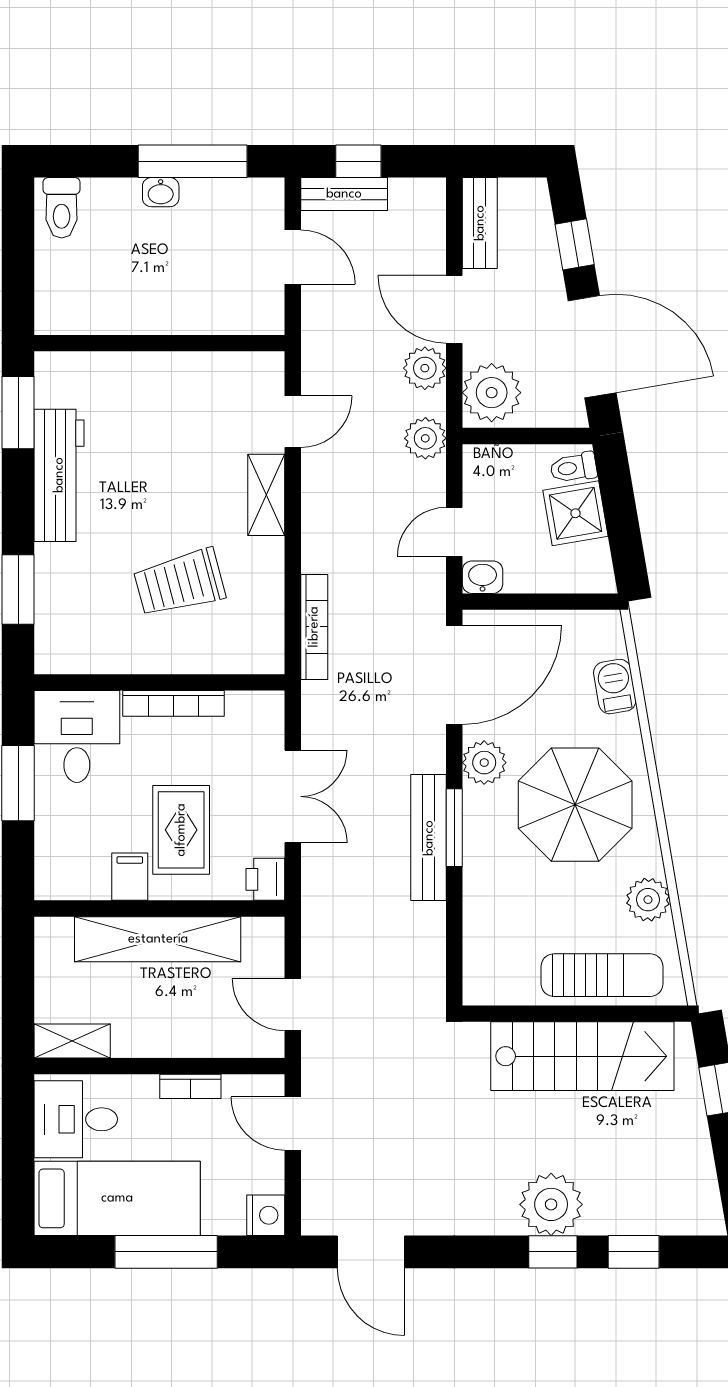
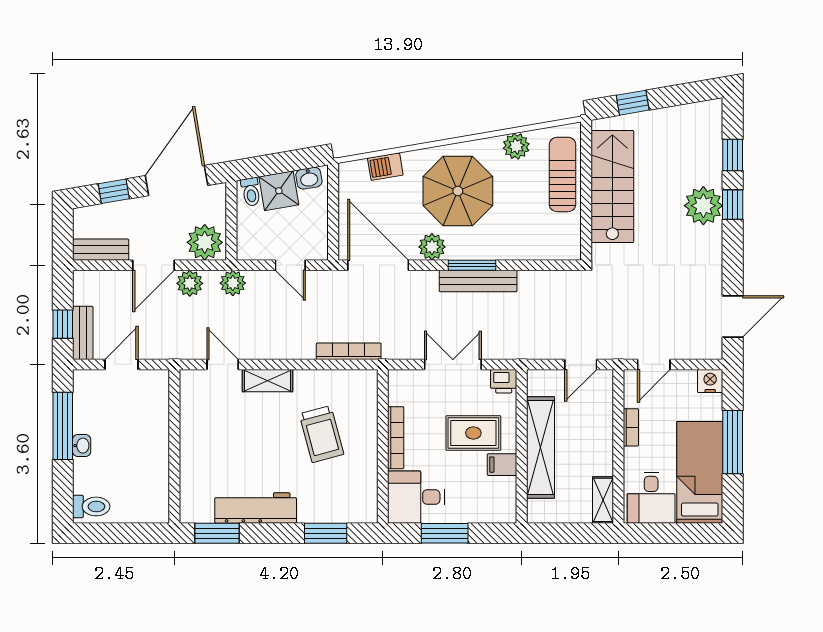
washbasin: (483, 577) -> (309, 178), moved, turned -100

